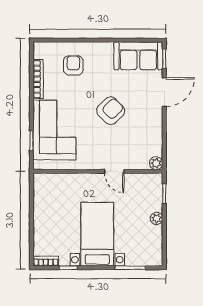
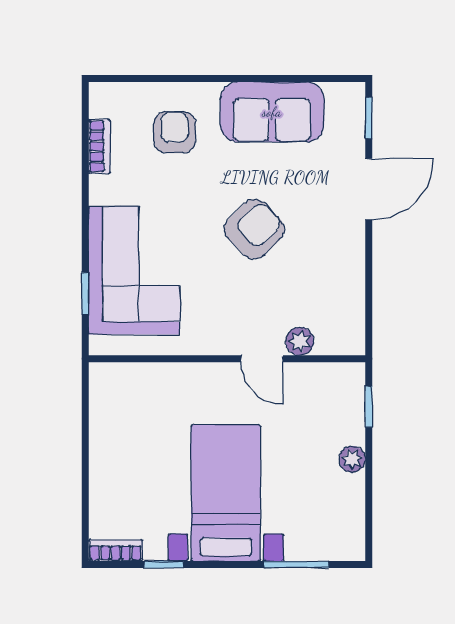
sofa: (138, 56) -> (272, 112), moved
bookcase: (38, 79) -> (99, 146), width x0.64
plant: (156, 163) -> (300, 341), moved

